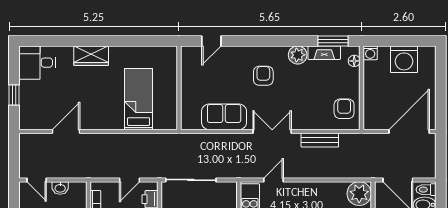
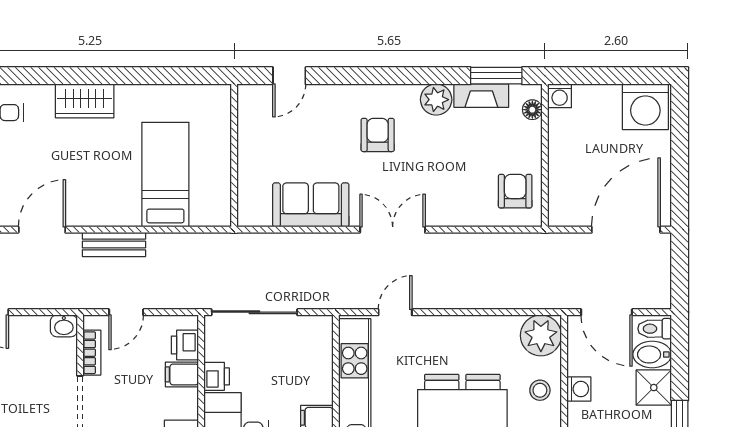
washing machine: (404, 59) -> (645, 107), moved
bench: (320, 140) -> (114, 245), moved
door: (129, 180) -> (126, 312), moved
washbasin: (60, 188) -> (64, 326), moved

